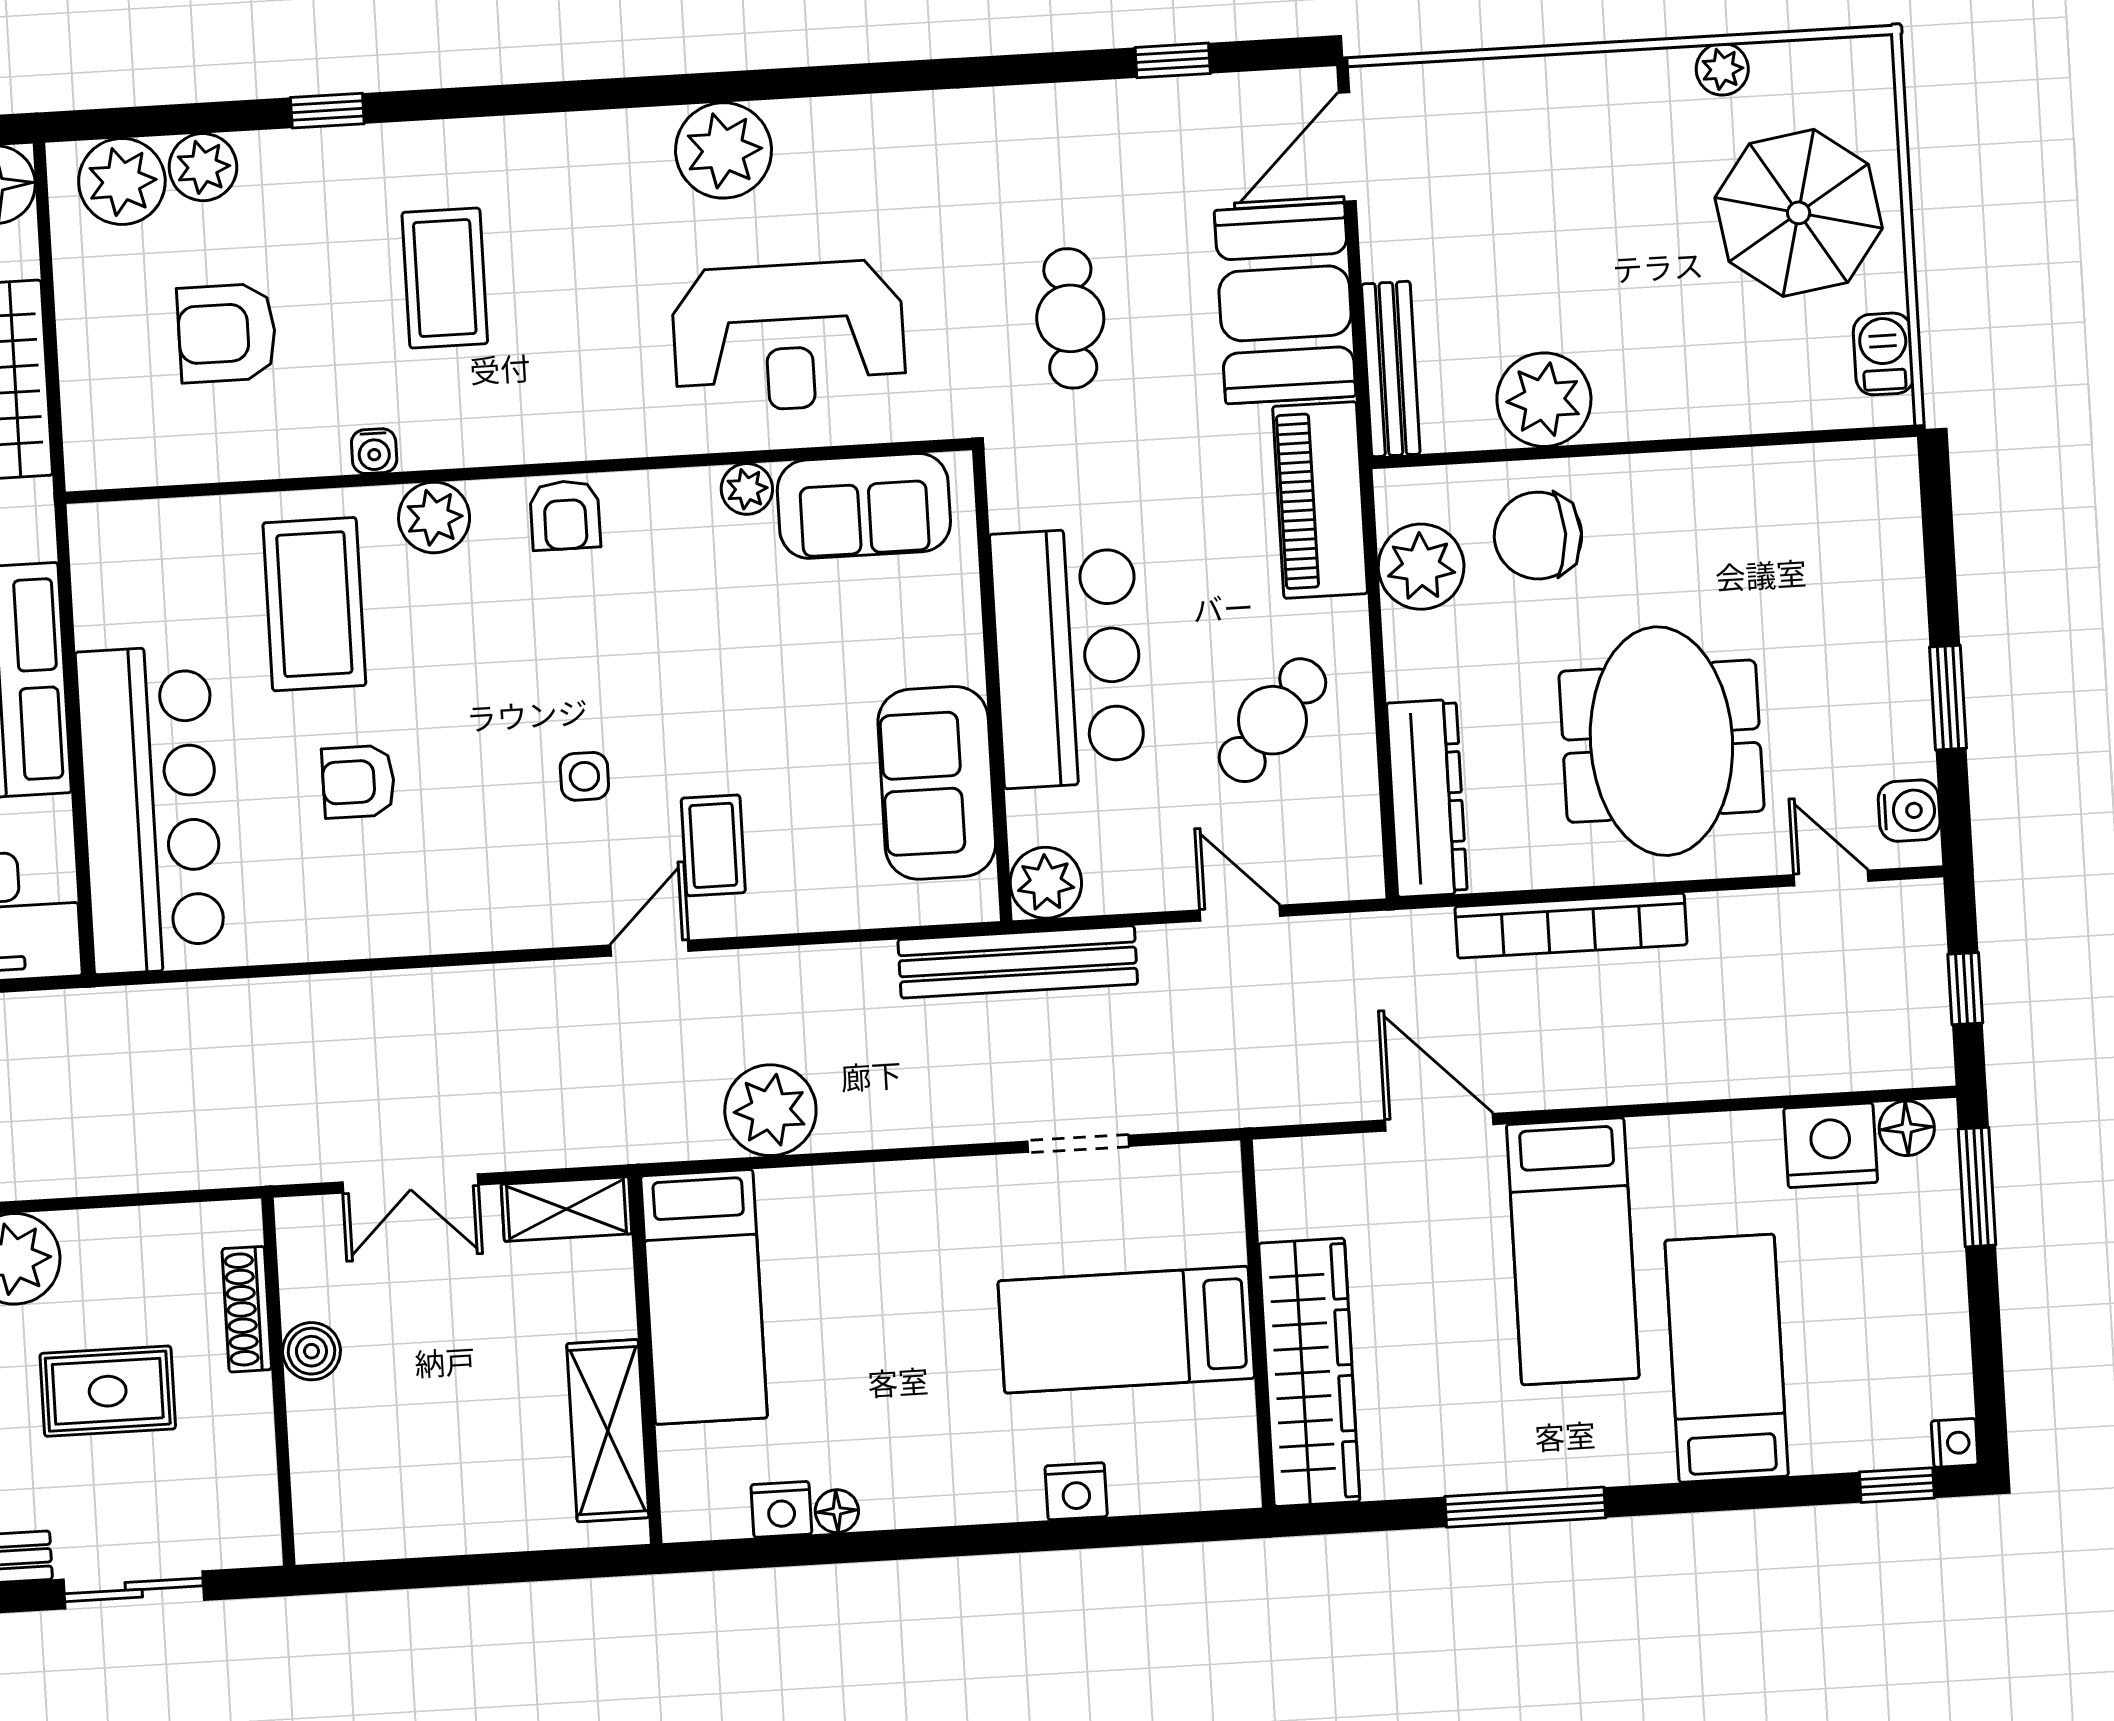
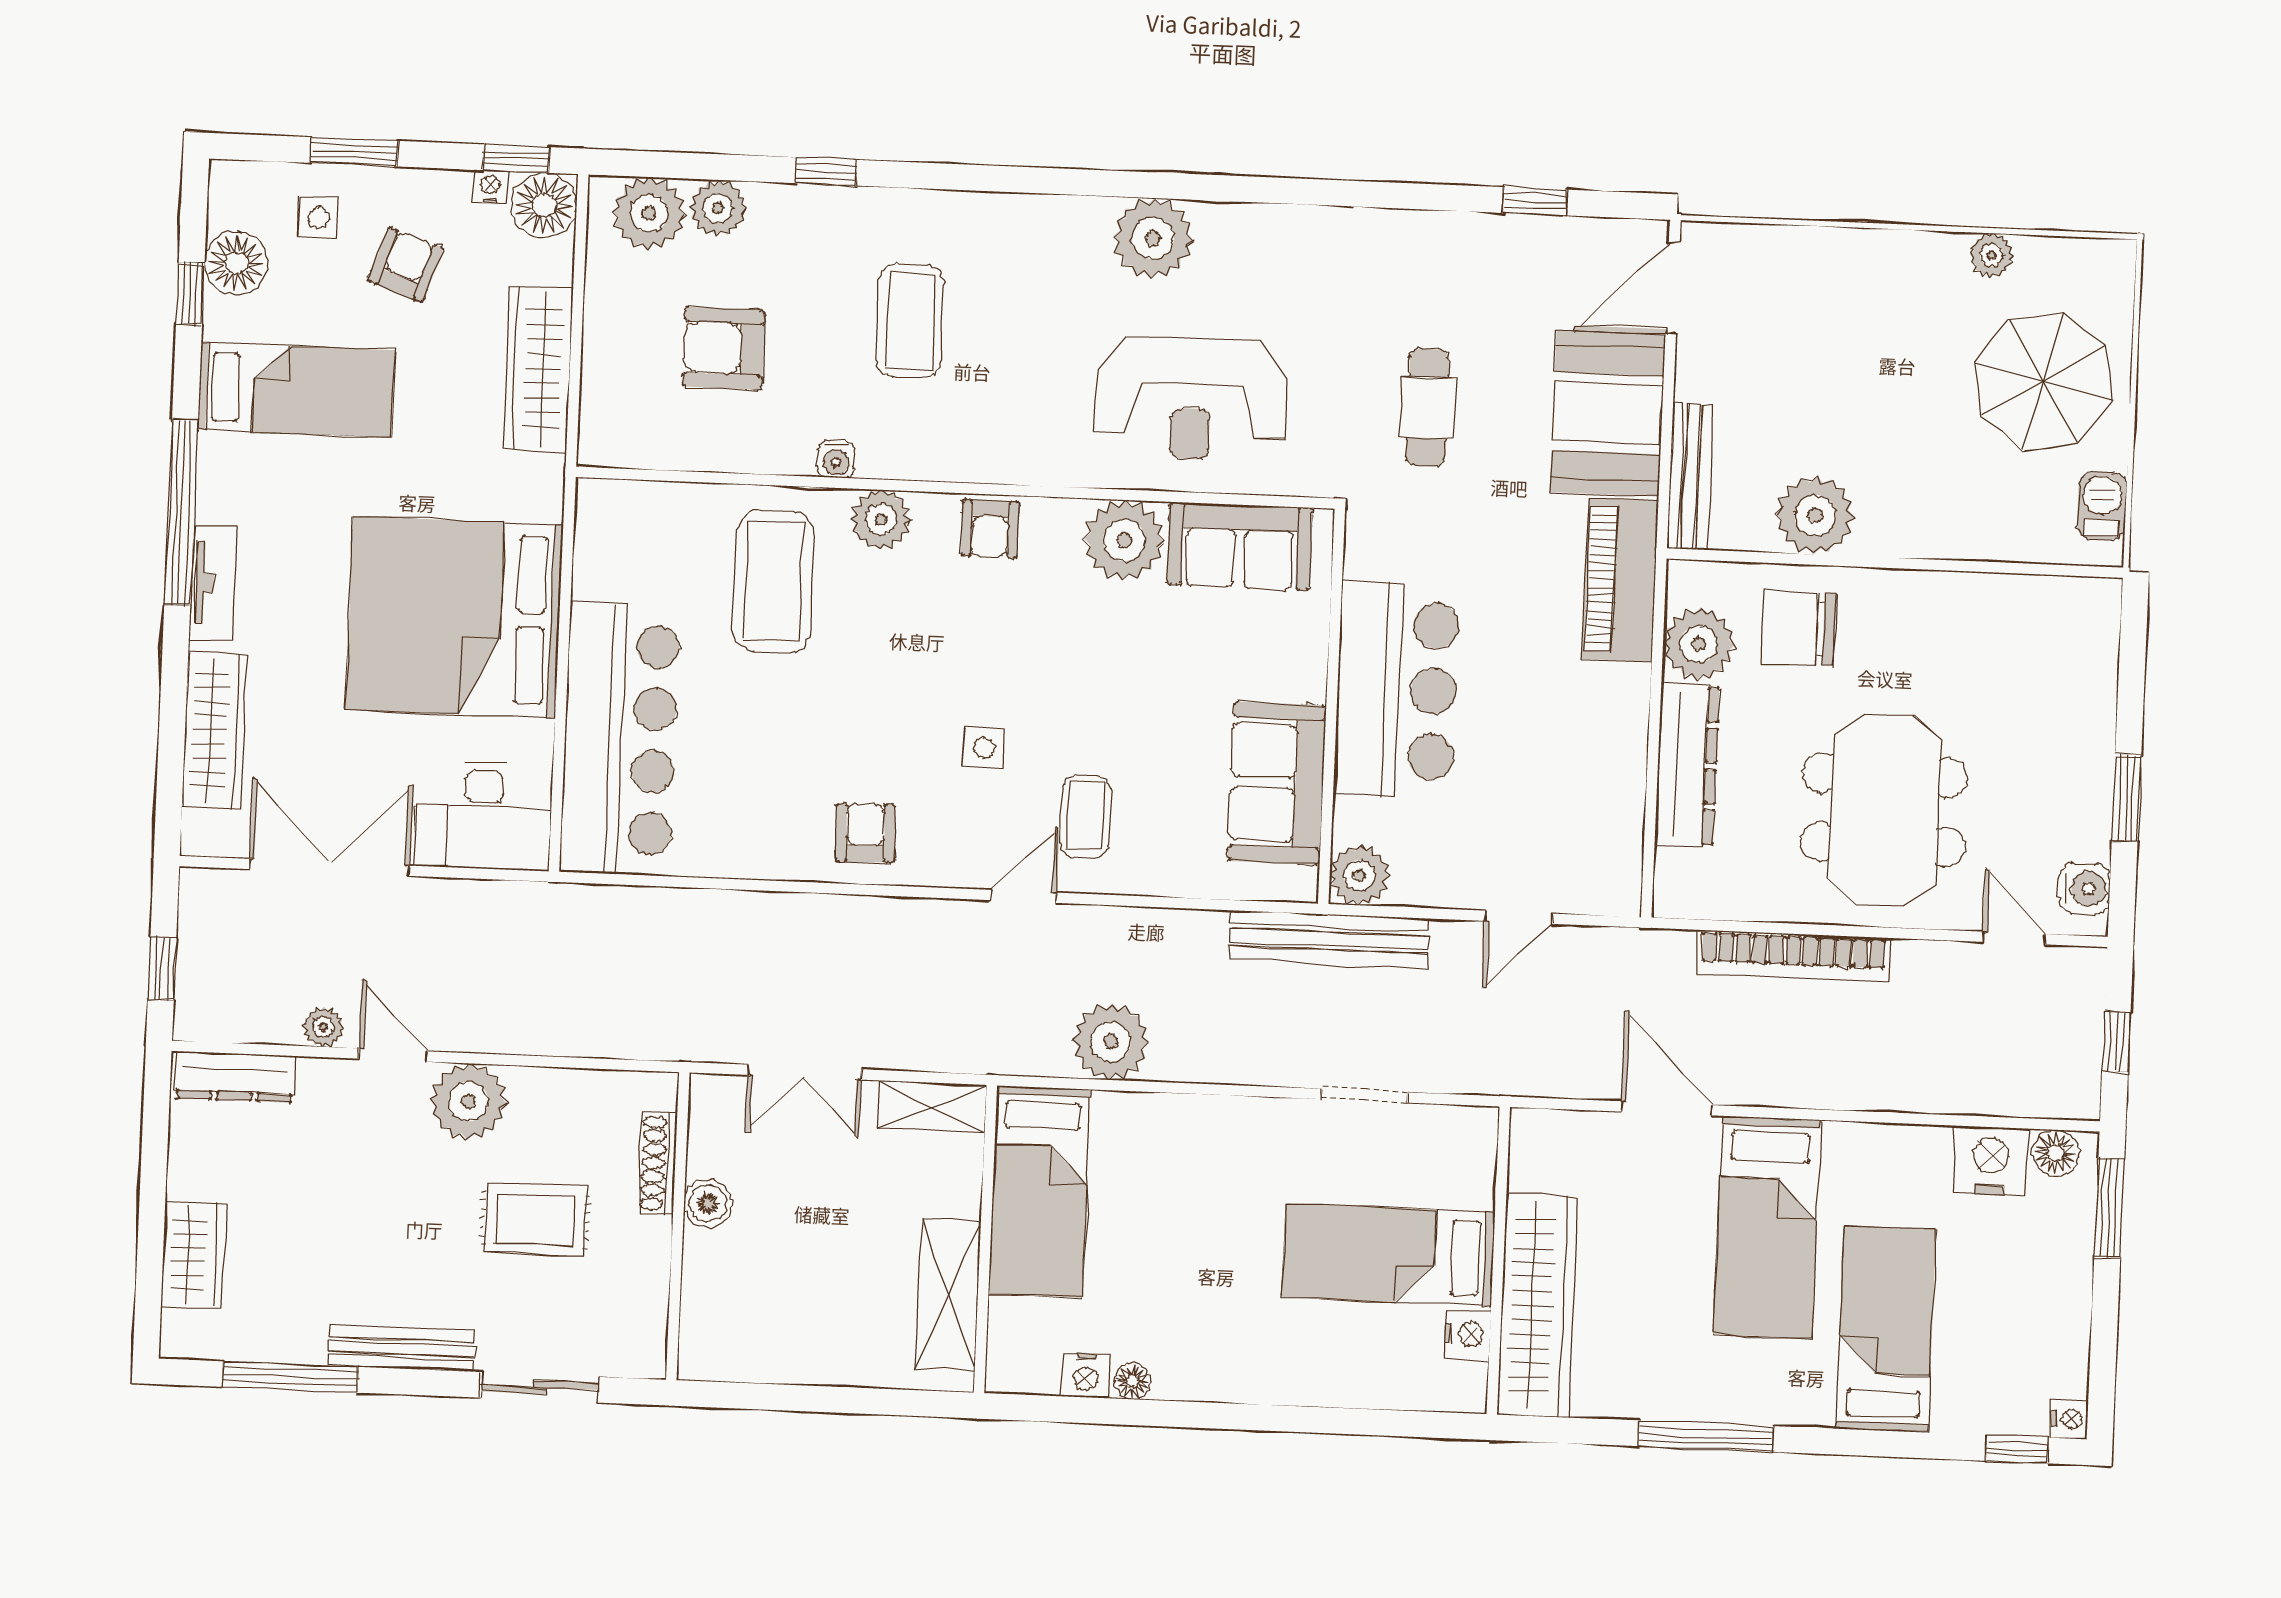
plant: (747, 489) -> (1124, 540), width x1.88, depth x1.88
cafe table: (1272, 720) -> (1562, 759), removed
armchair: (358, 782) -> (866, 833), moved, turned 88
dresser: (1427, 798) -> (1687, 765), moved
door: (1240, 913) -> (1519, 917), swing flipped
nightstand: (1076, 1491) -> (1467, 1334), moved, turned -90

